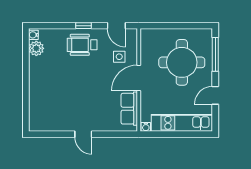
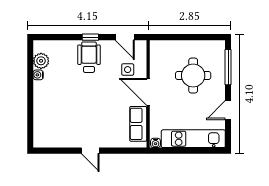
water cooler: (33, 35) -> (38, 75), moved
wheelchair: (82, 45) -> (89, 57), turned 90
round table: (182, 62) -> (193, 76), width x0.73, depth x0.73
door: (139, 78) -> (148, 92), hinge flipped

